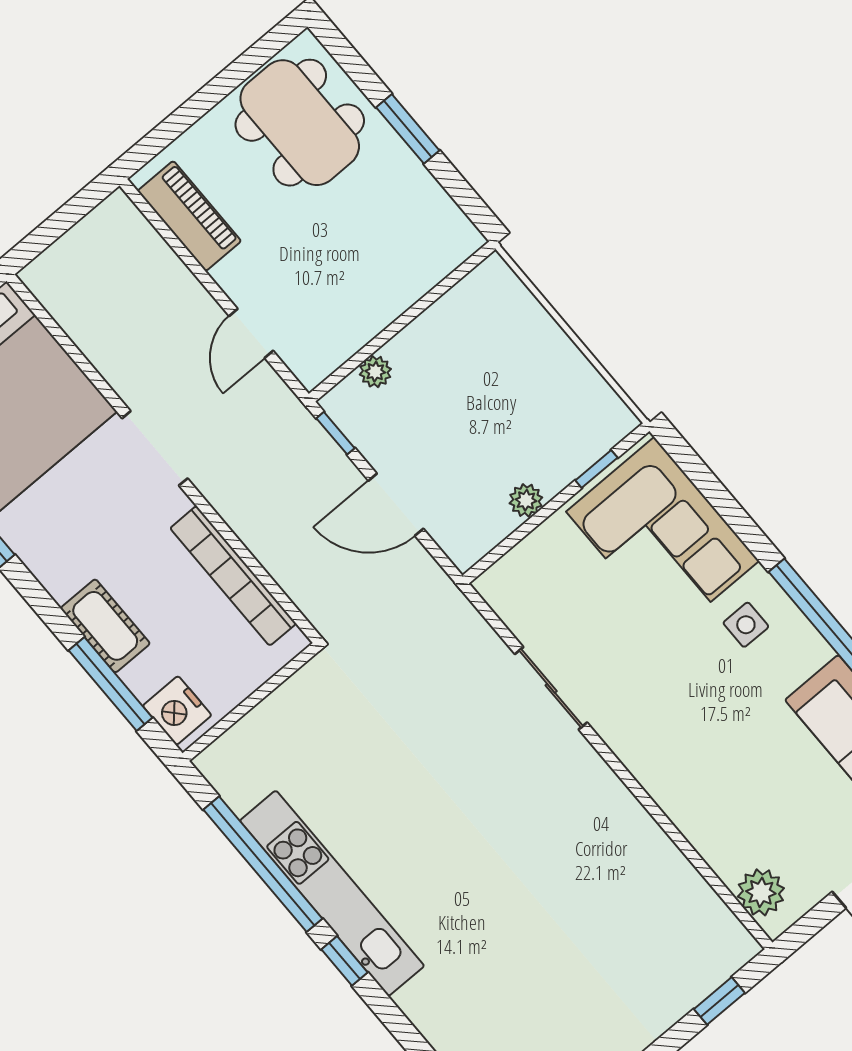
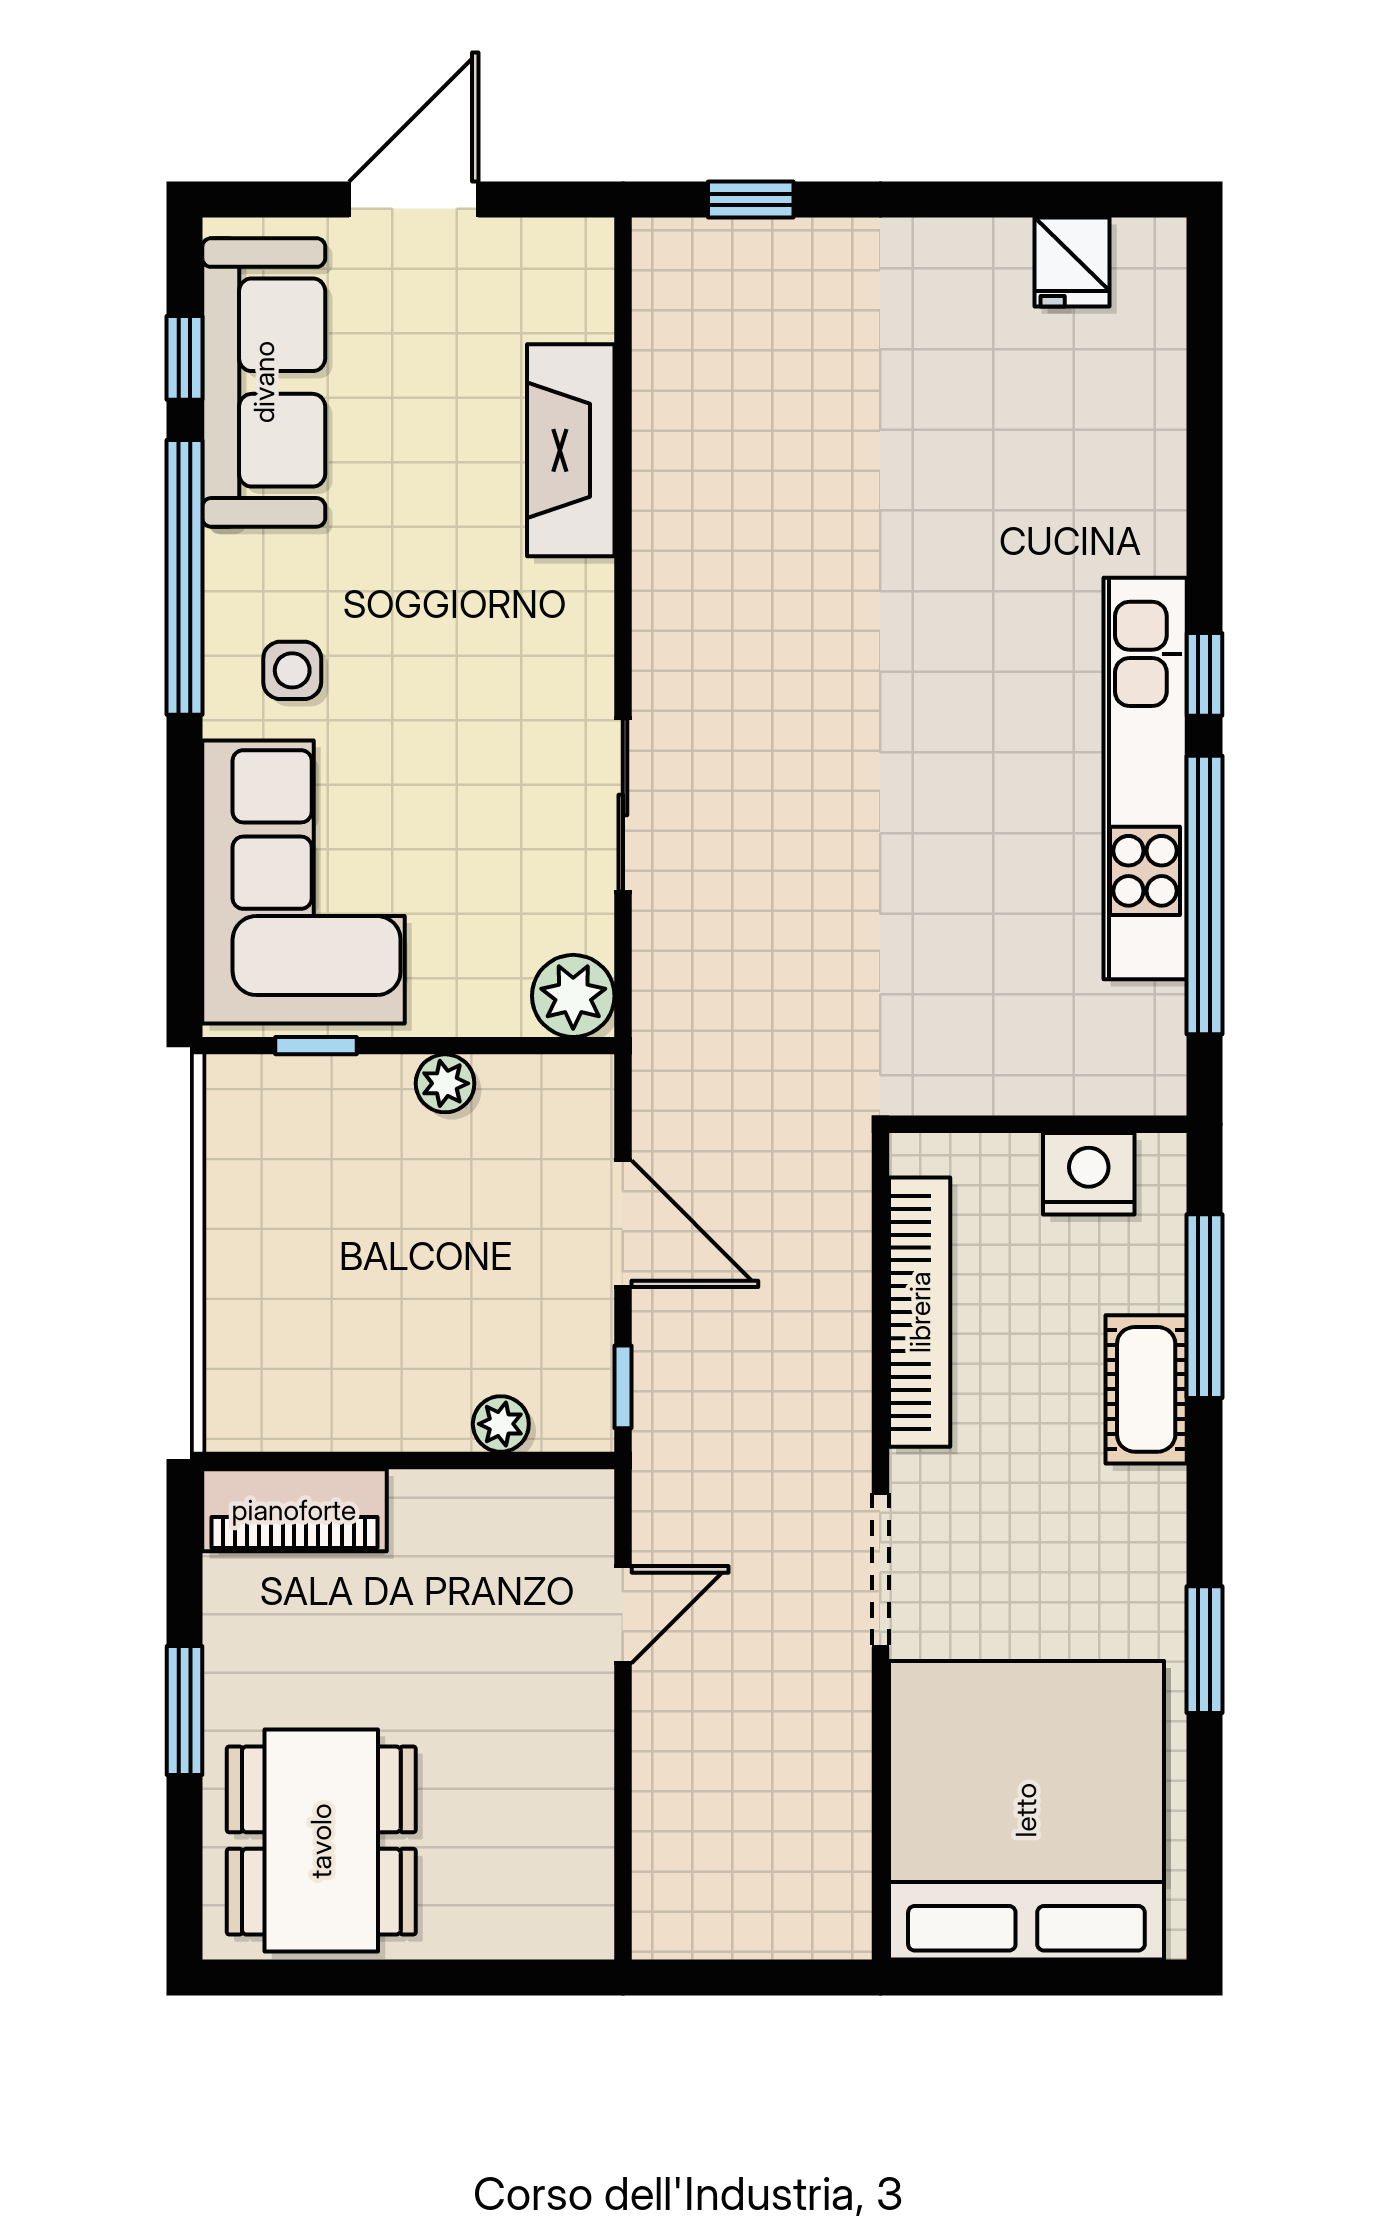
piano: (189, 216) -> (294, 1510), moved, turned -90
nightstand: (177, 711) -> (1089, 1174), moved, turned -90
fireplace: (705, 824) -> (571, 450), added
plant: (761, 892) -> (573, 996), moved

